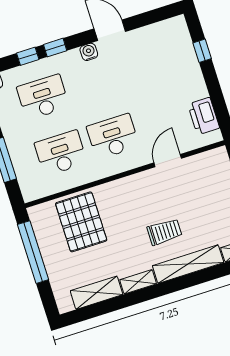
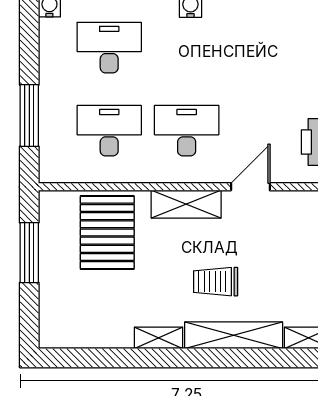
trolley: (164, 232) -> (216, 282), turned 180
window: (33, 252) -> (29, 253), width x0.68
shelving: (97, 293) -> (186, 204), moved

